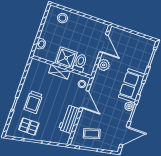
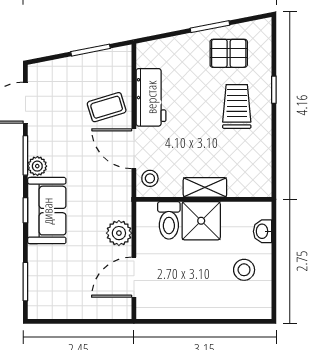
stool: (62, 18) -> (244, 270), moved
door: (104, 44) -> (134, 277), hinge flipped
coffee table: (92, 134) -> (107, 107), moved

